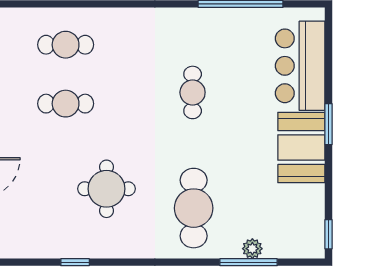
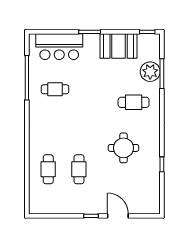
cafe table: (193, 92) -> (55, 89), moved
booth: (301, 148) -> (119, 46), moved
cafe table: (194, 208) -> (134, 102), width x0.73, depth x0.74
plant: (252, 249) -> (150, 72), width x1.87, depth x1.87

